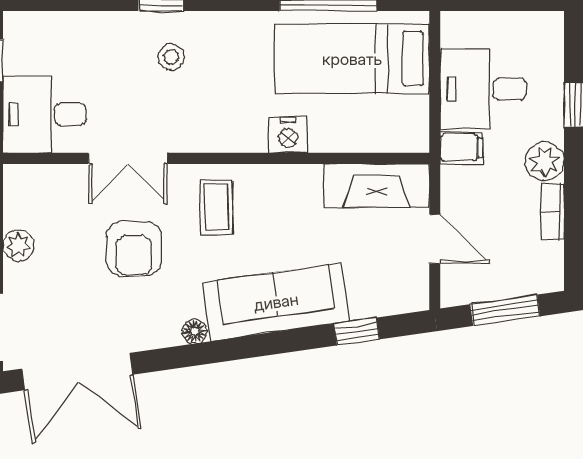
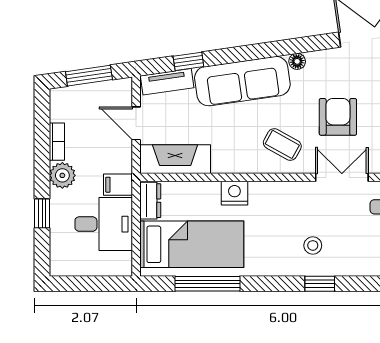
dresser: (414, 124) -> (150, 201), added
coffee table: (217, 208) -> (282, 144), turned -60
tv unit: (389, 301) -> (167, 82), added

